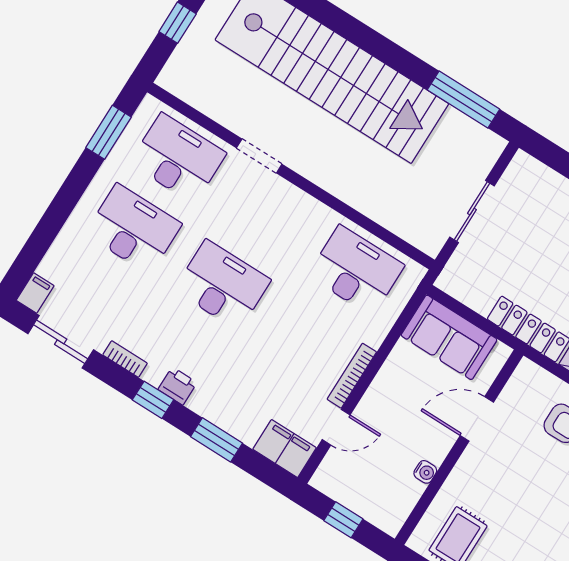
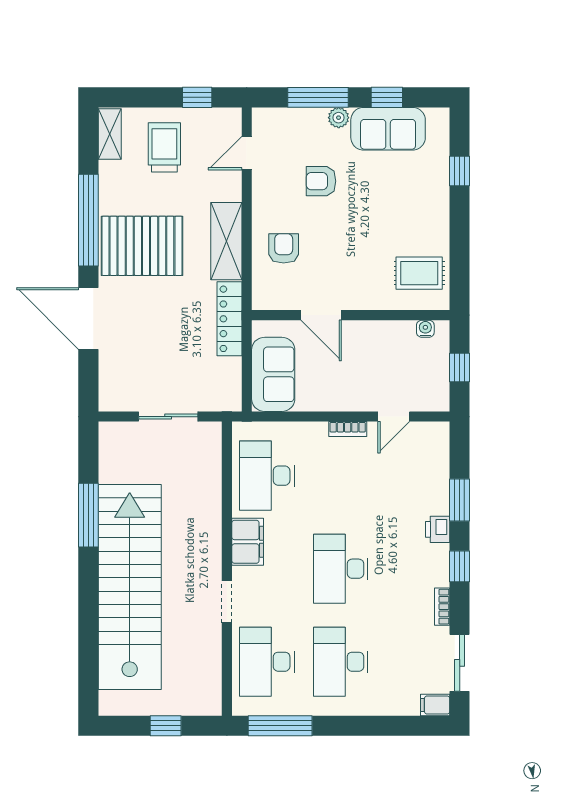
window: (464, 100) -> (88, 515), moved
window: (109, 132) -> (280, 726), width x1.44
bookcase: (352, 376) -> (348, 429), width x0.64
printer: (177, 386) -> (438, 529), moved
door: (336, 427) -> (394, 417), swing flipped
filing cabinet: (285, 448) -> (248, 542), moved, turned 180
water cooler: (425, 472) -> (425, 329), moved

